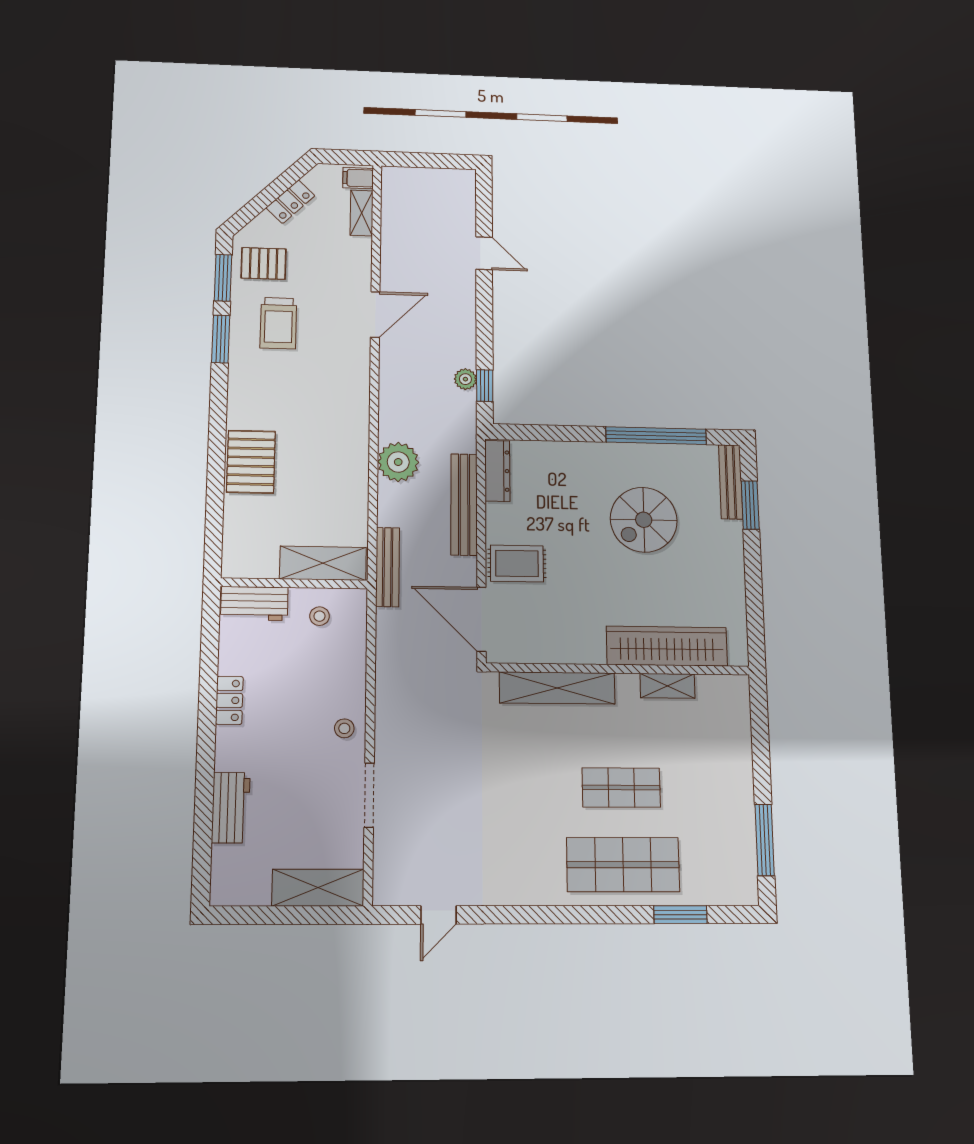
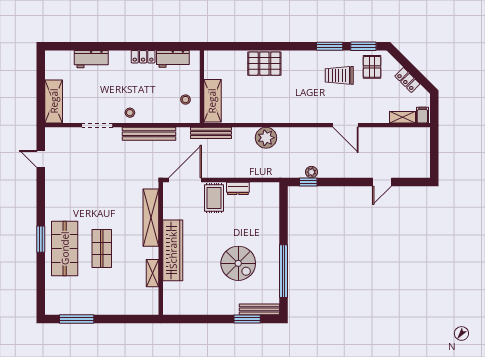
dresser: (497, 471) -> (238, 188), moved, width x0.70
bench: (464, 504) -> (149, 134), moved
spiral stairs: (644, 520) -> (238, 263), turned 180
workbench: (254, 603) -> (173, 59), moved, turned -90
wardrobe: (667, 646) -> (173, 250), moved
window: (680, 915) -> (41, 239), moved

